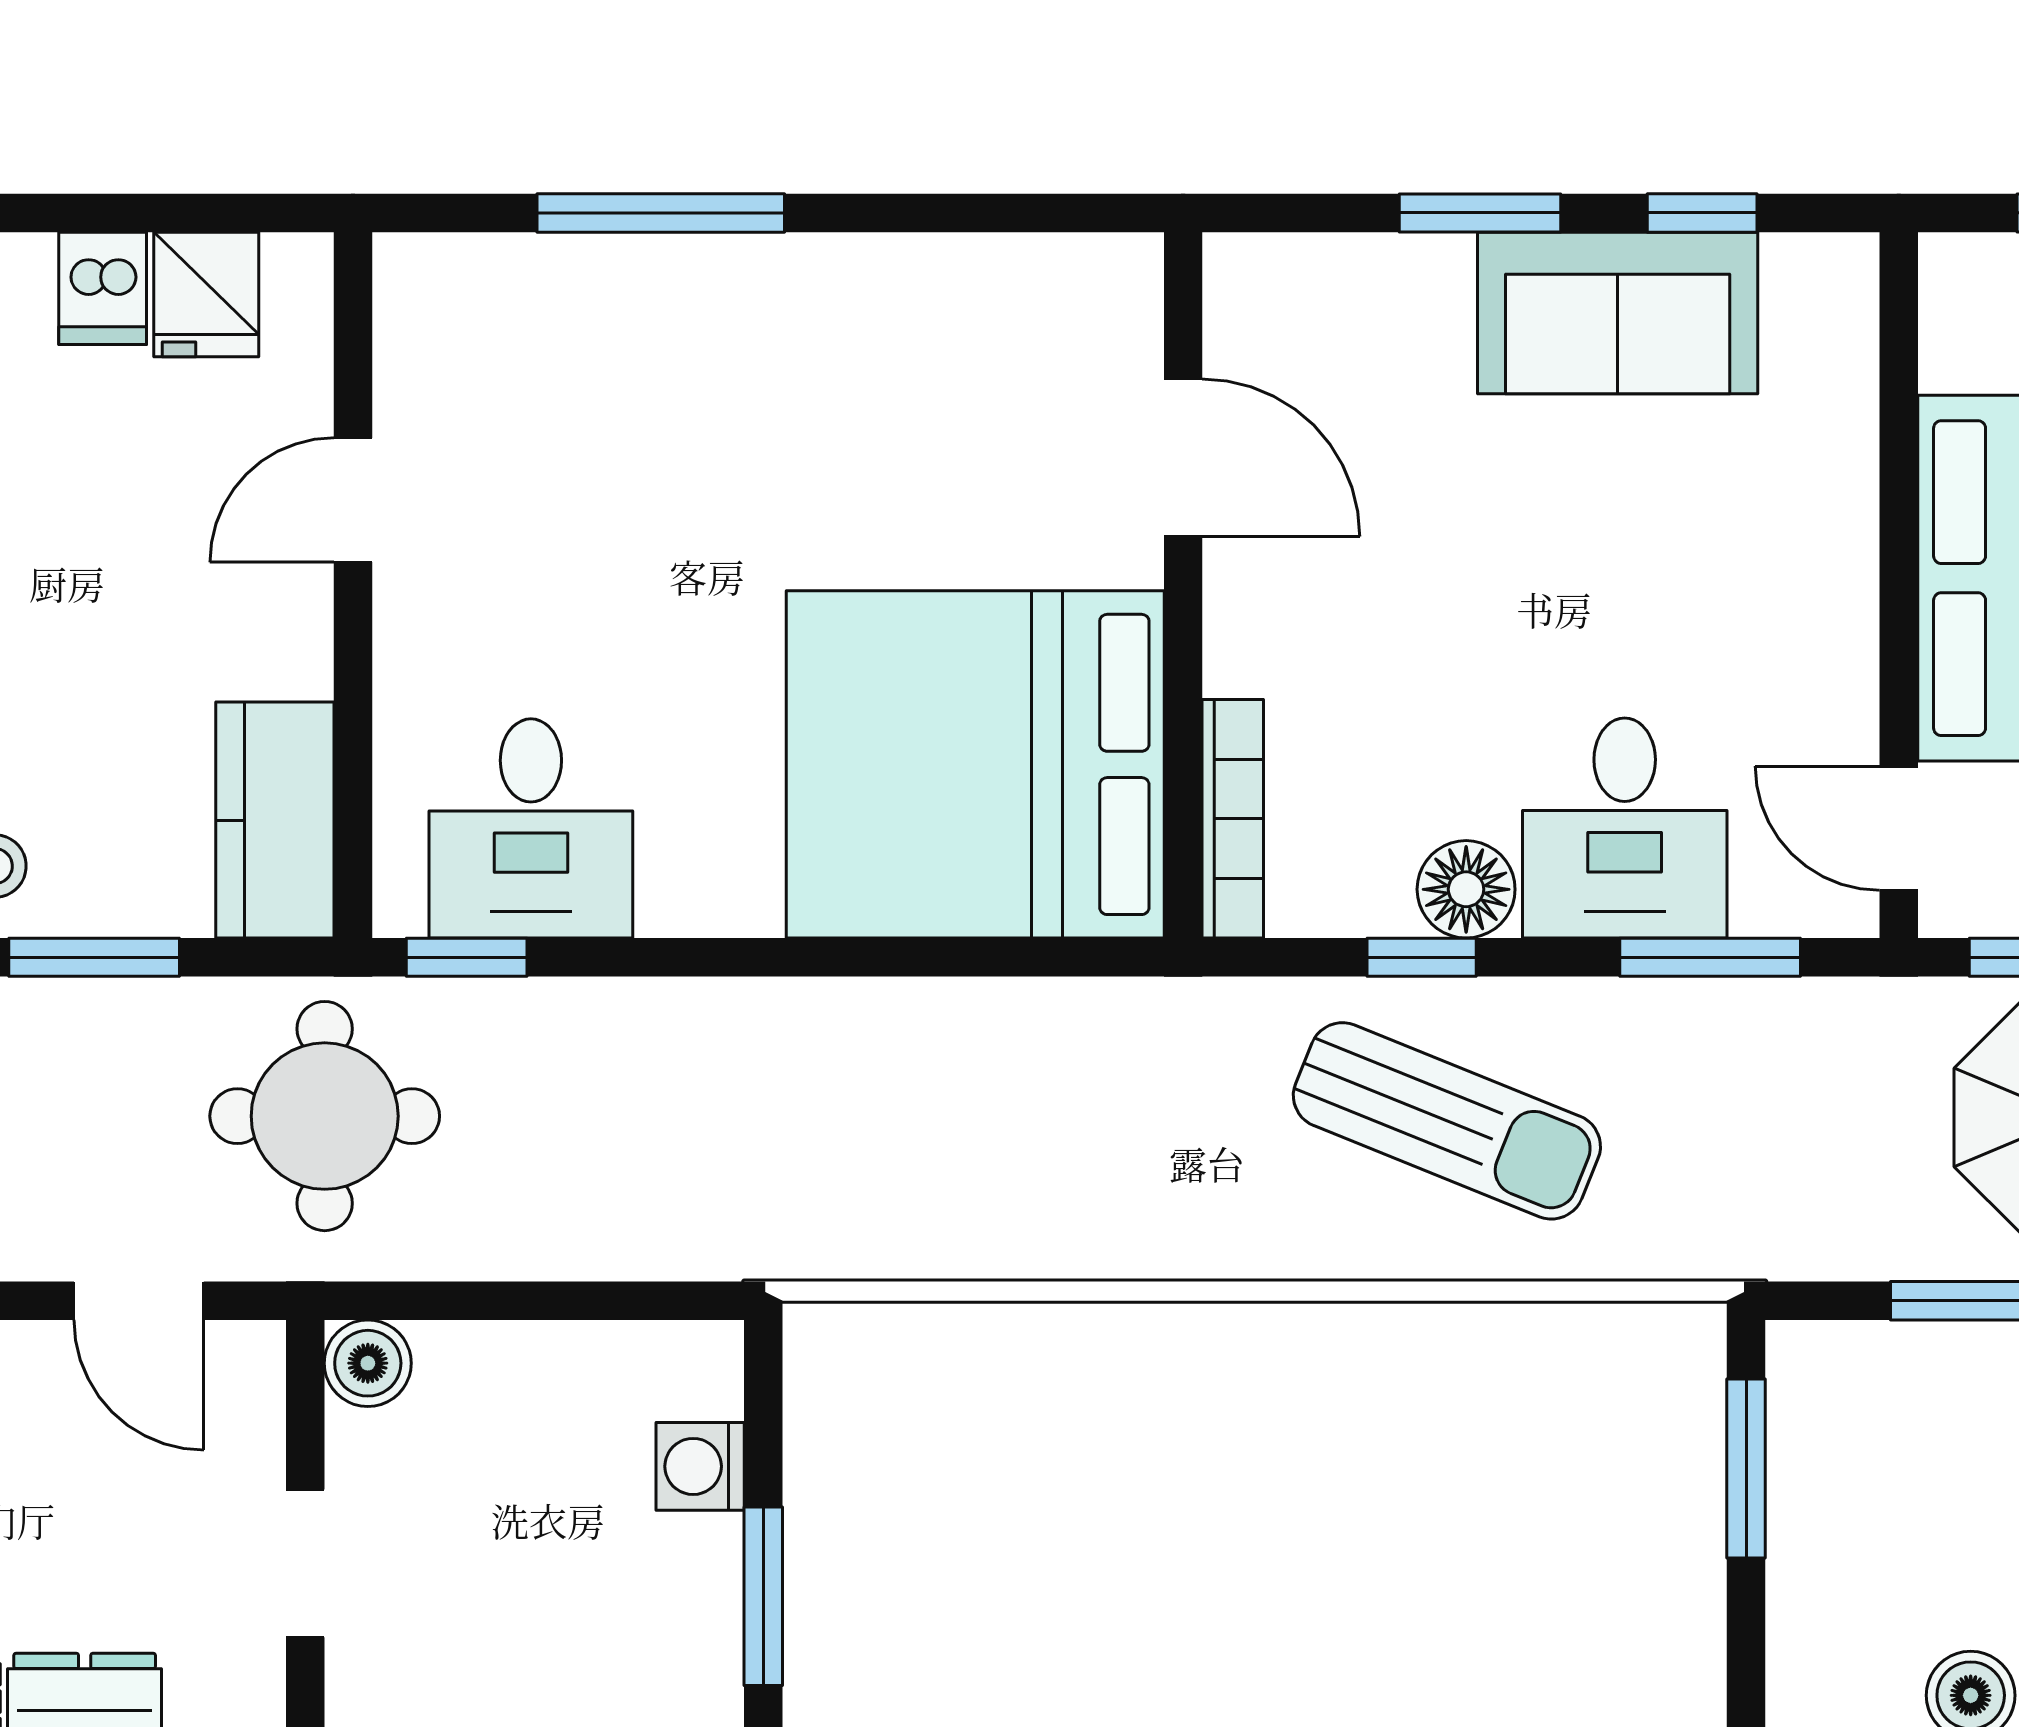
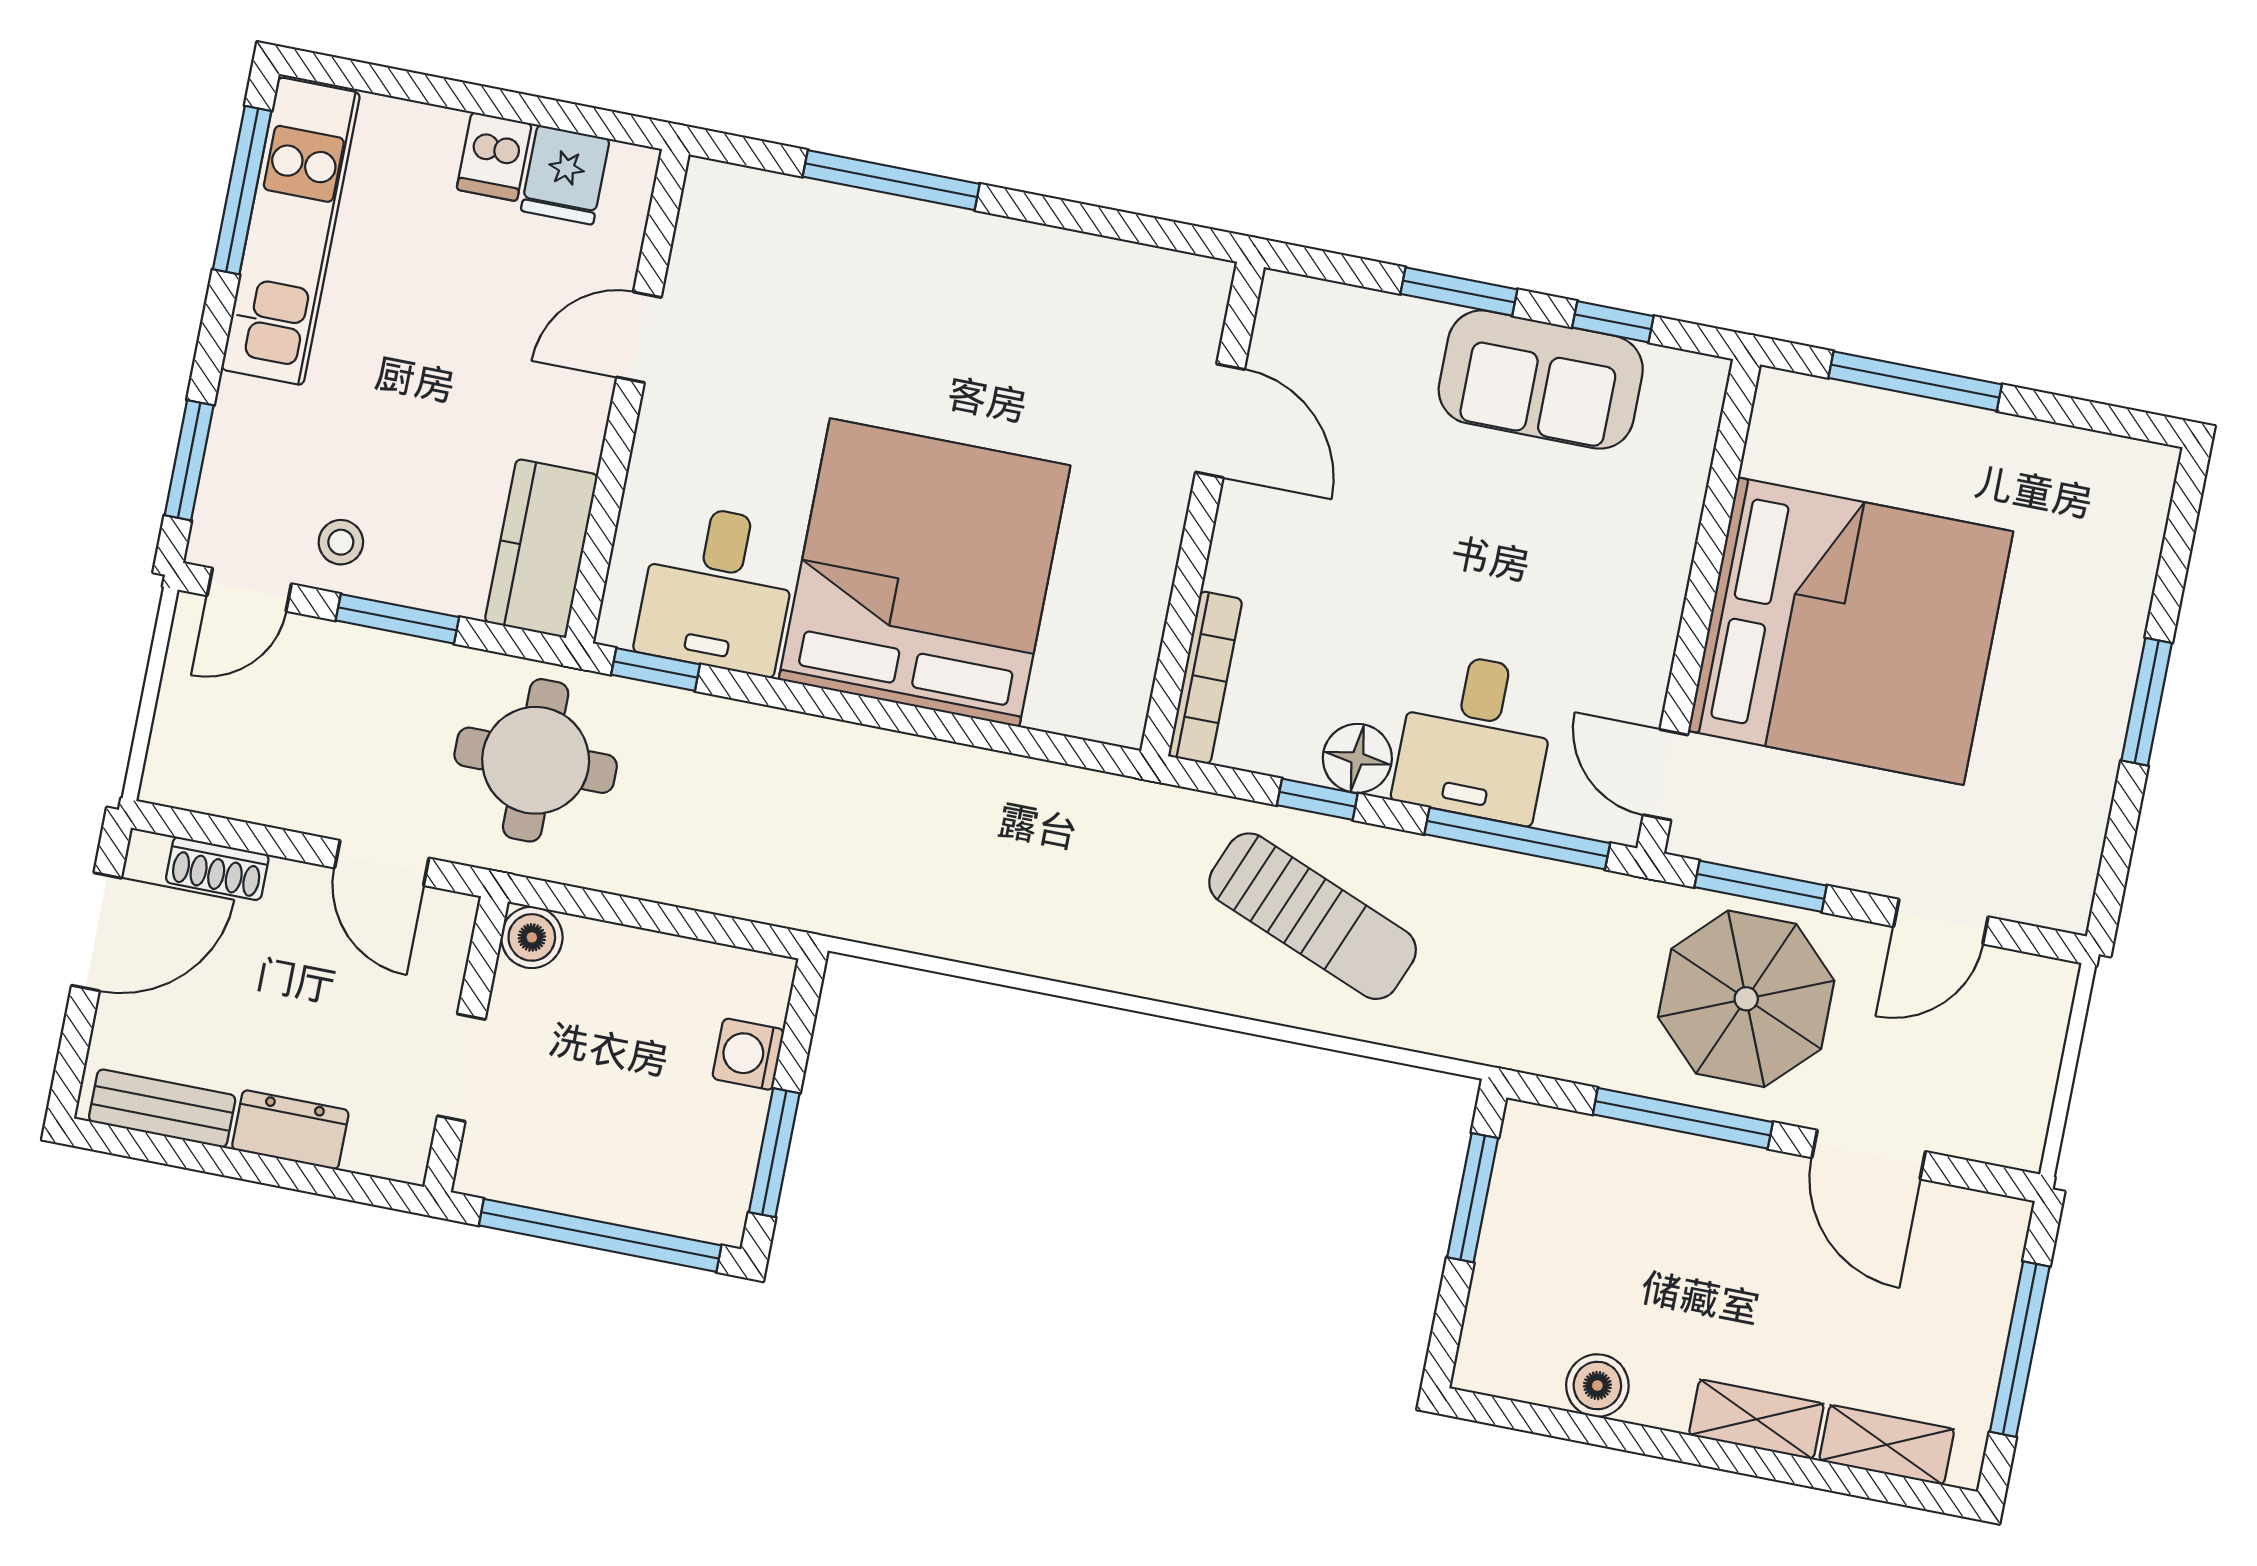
bed: (975, 764) -> (924, 573), moved, turned 90
window: (1710, 957) -> (1517, 839), width x1.44

